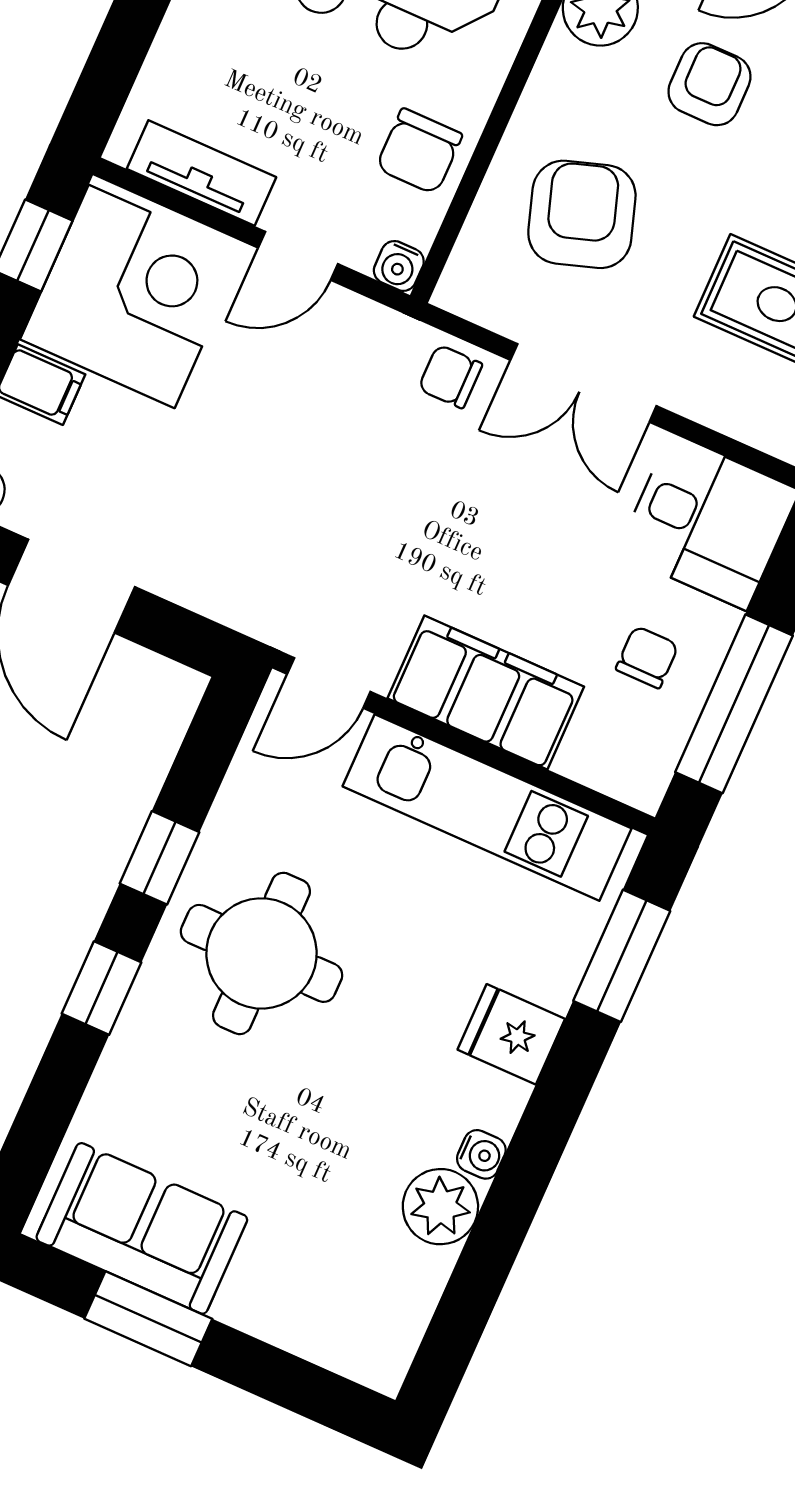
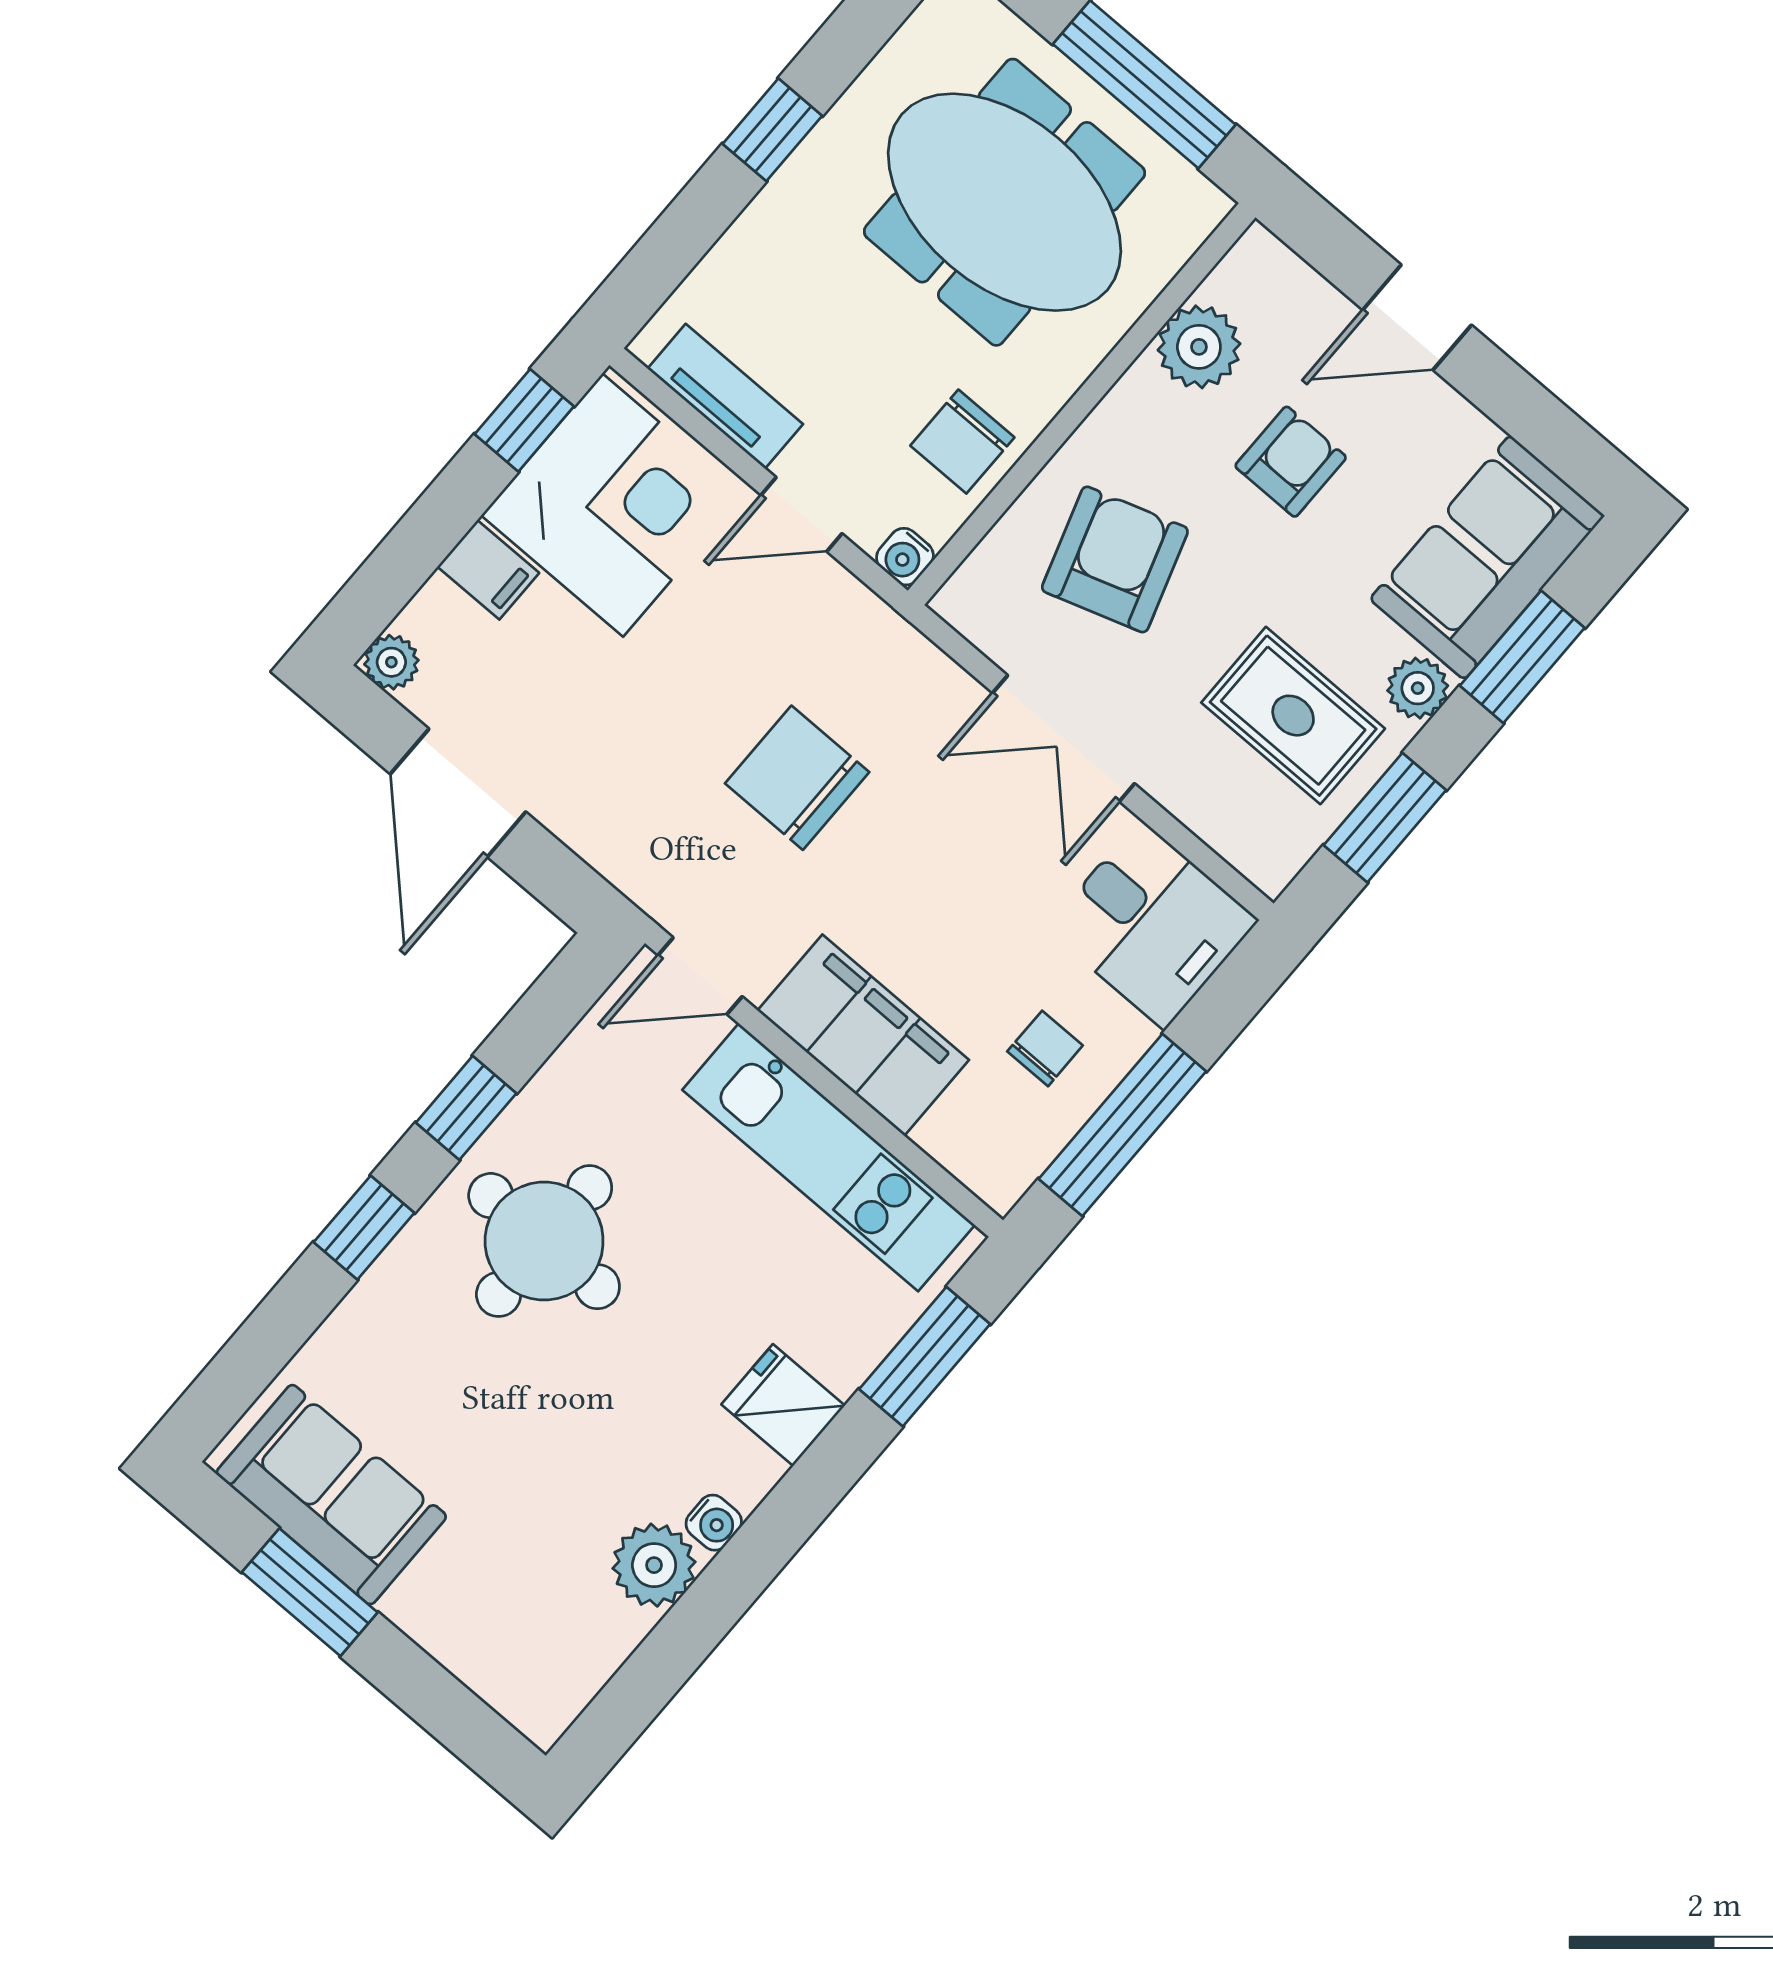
chair: (450, 376) -> (797, 778), moved, width x1.87, depth x1.87

